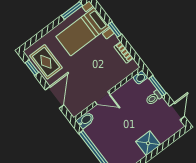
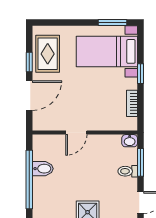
window: (32, 68) -> (29, 62), moved
door: (102, 98) -> (76, 133), hinge flipped
bidet: (85, 120) -> (43, 169), moved

